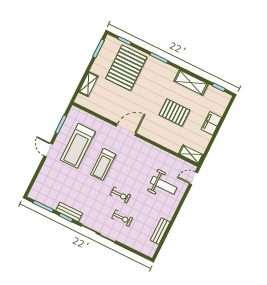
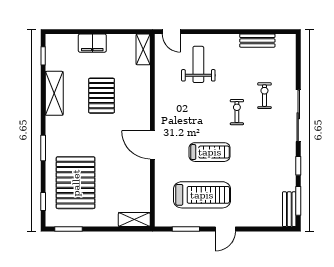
pallet: (126, 68) -> (76, 183), turned 90
shelving: (88, 84) -> (134, 220), moved
bench: (69, 212) -> (289, 209), moved

